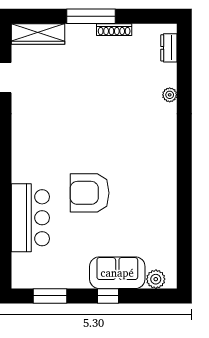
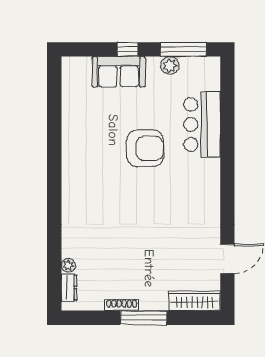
plant: (170, 95) -> (68, 265), moved
plant: (156, 279) -> (170, 66), moved
window: (50, 296) -> (183, 49), width x1.44

